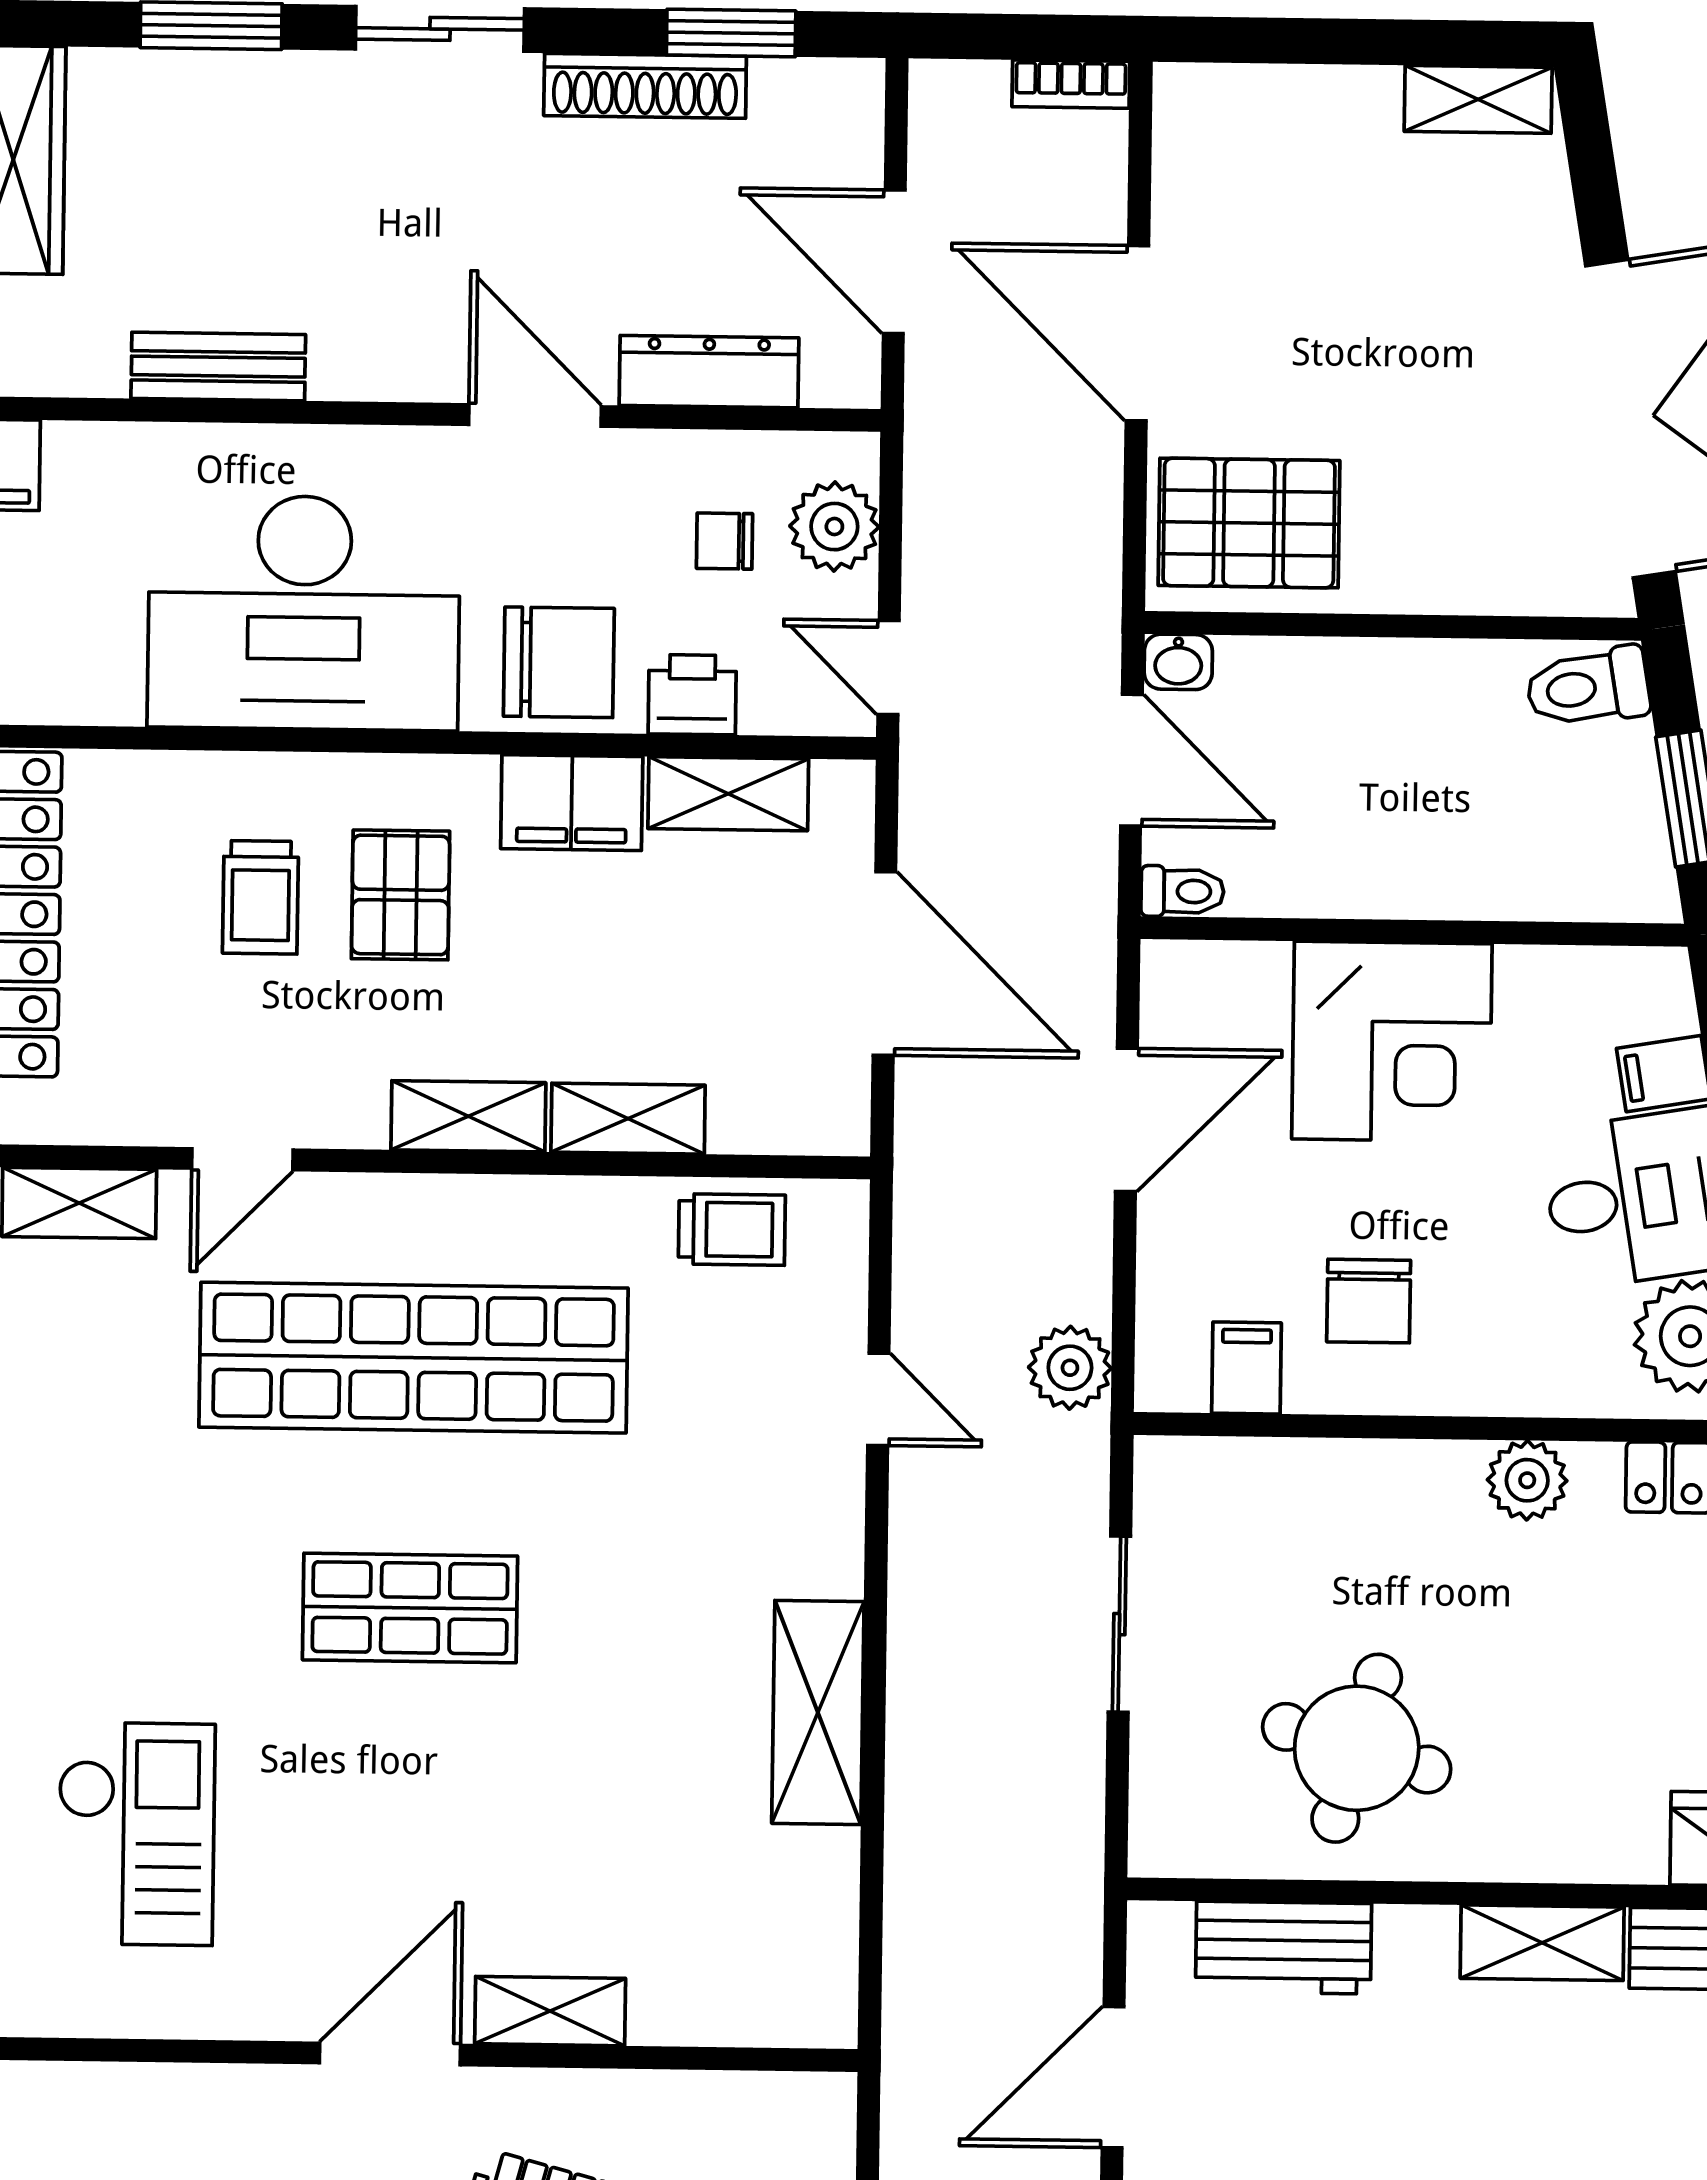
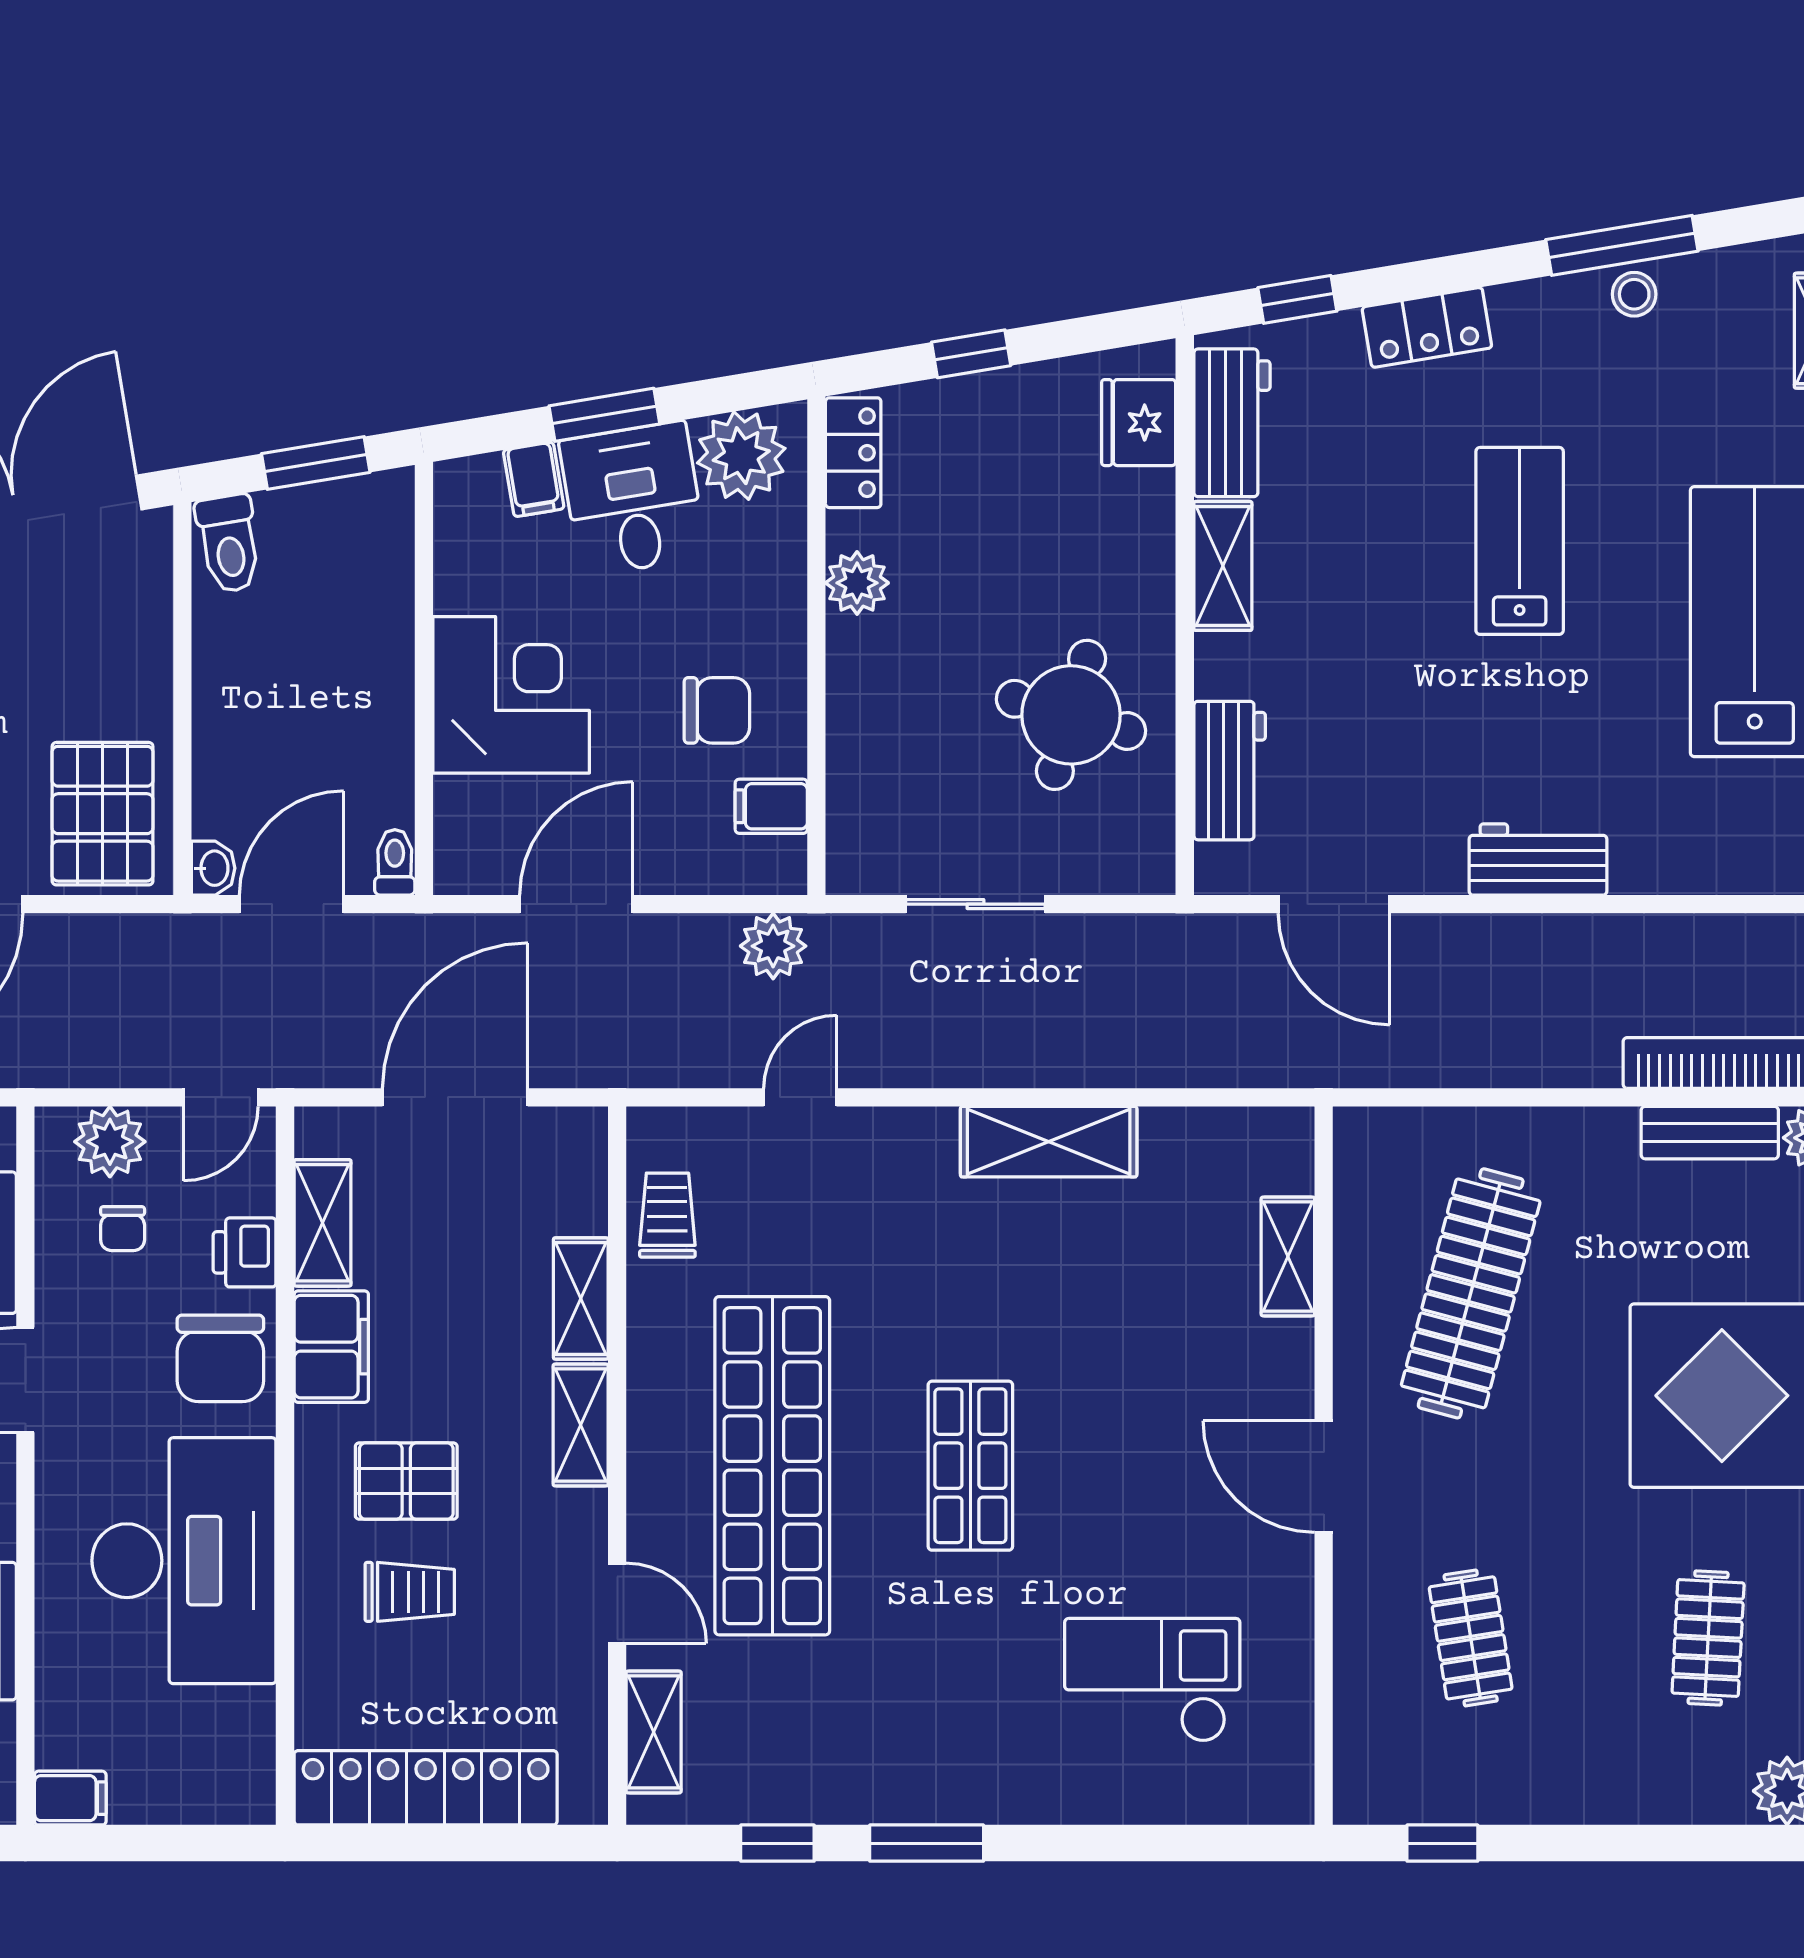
chair: (559, 662) -> (220, 1358), turned 180
door: (1126, 1120) -> (576, 904), hinge flipped
shelving: (550, 2011) -> (1288, 1256), moved

